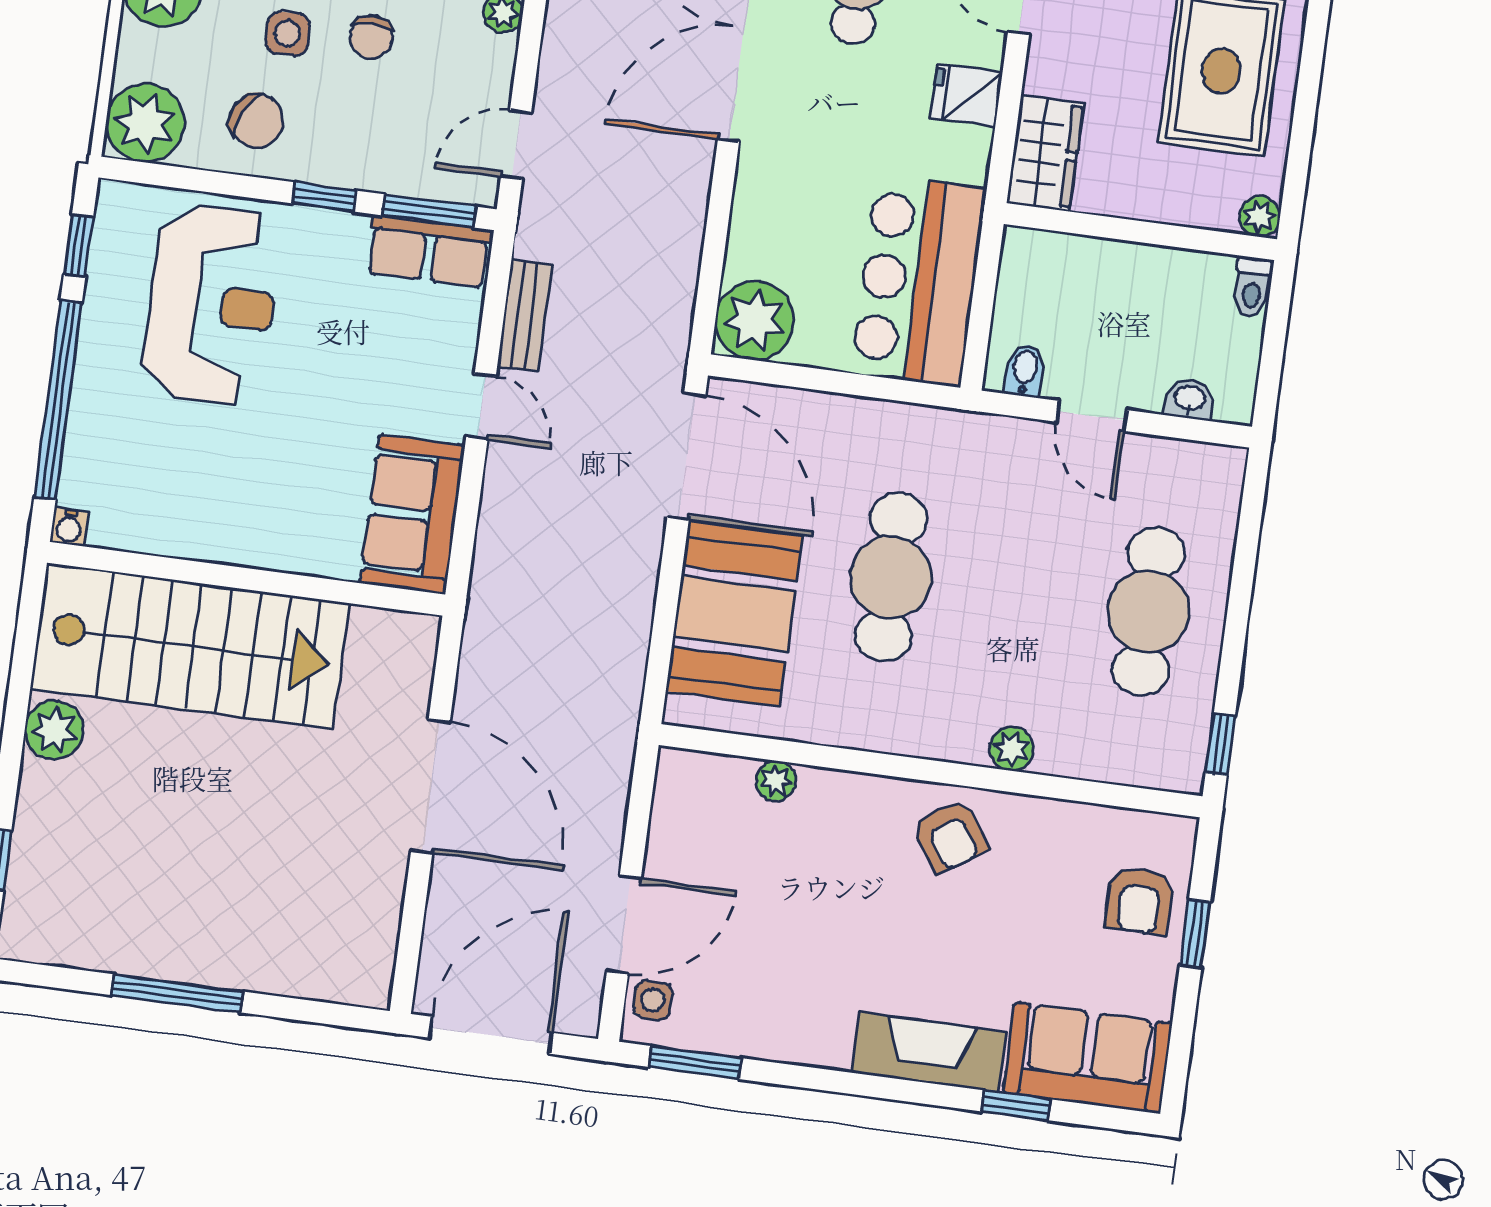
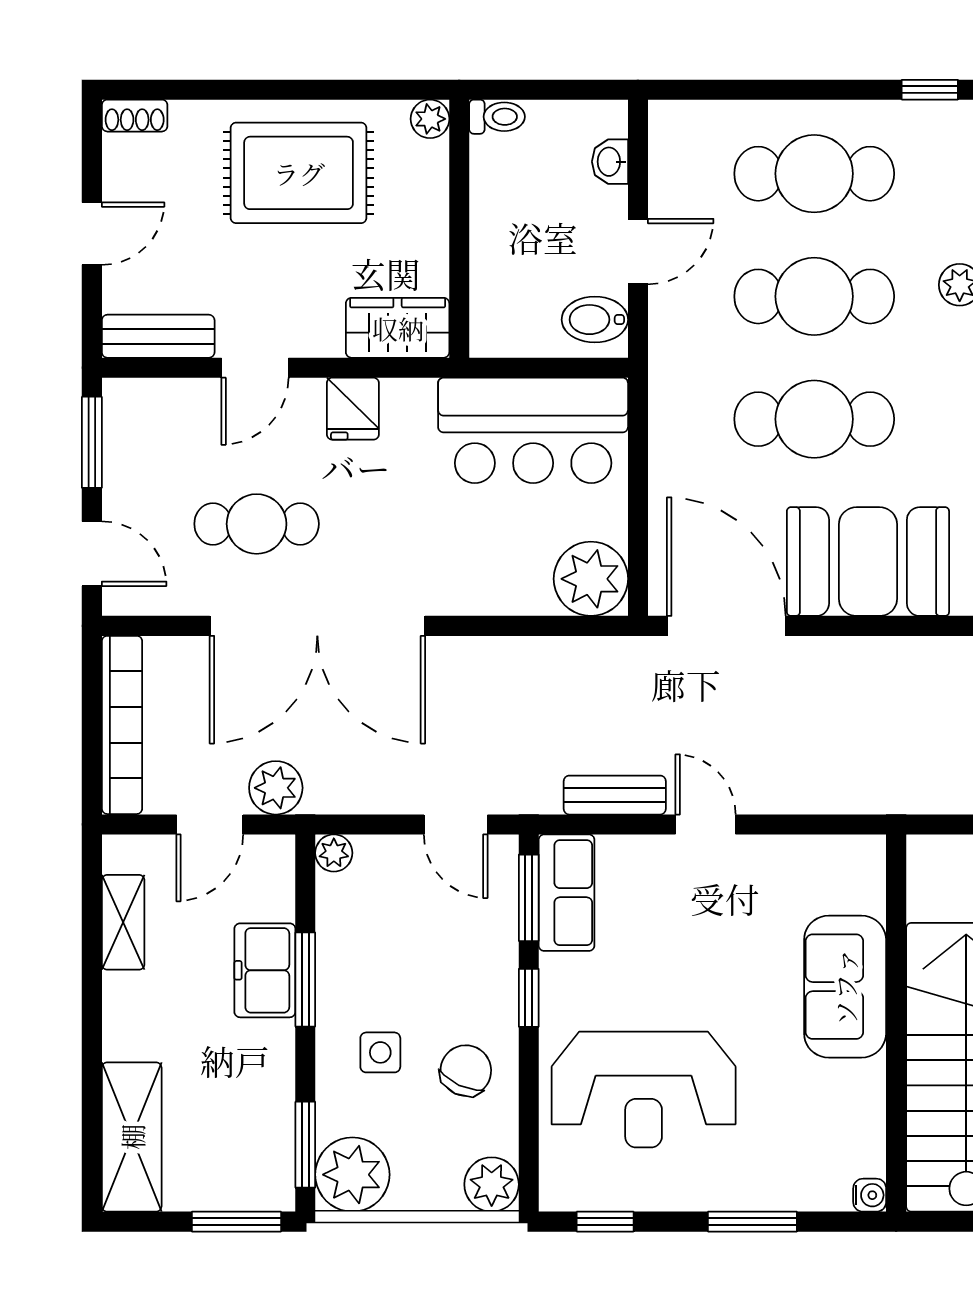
chair: (371, 37) -> (373, 974), removed
plant: (145, 123) -> (492, 1184), width x0.73, depth x0.73
reception desk: (212, 304) -> (644, 1090), turned 180
bidet: (1025, 370) -> (595, 320), width x1.38, depth x1.36
window: (58, 400) -> (752, 1222), width x0.47
door: (481, 407) -> (706, 824), hinge flipped
door: (686, 456) -> (726, 626), hinge flipped
sofa: (412, 514) -> (845, 987), moved, turned 90
cafe table: (1020, 594) -> (814, 296), added

